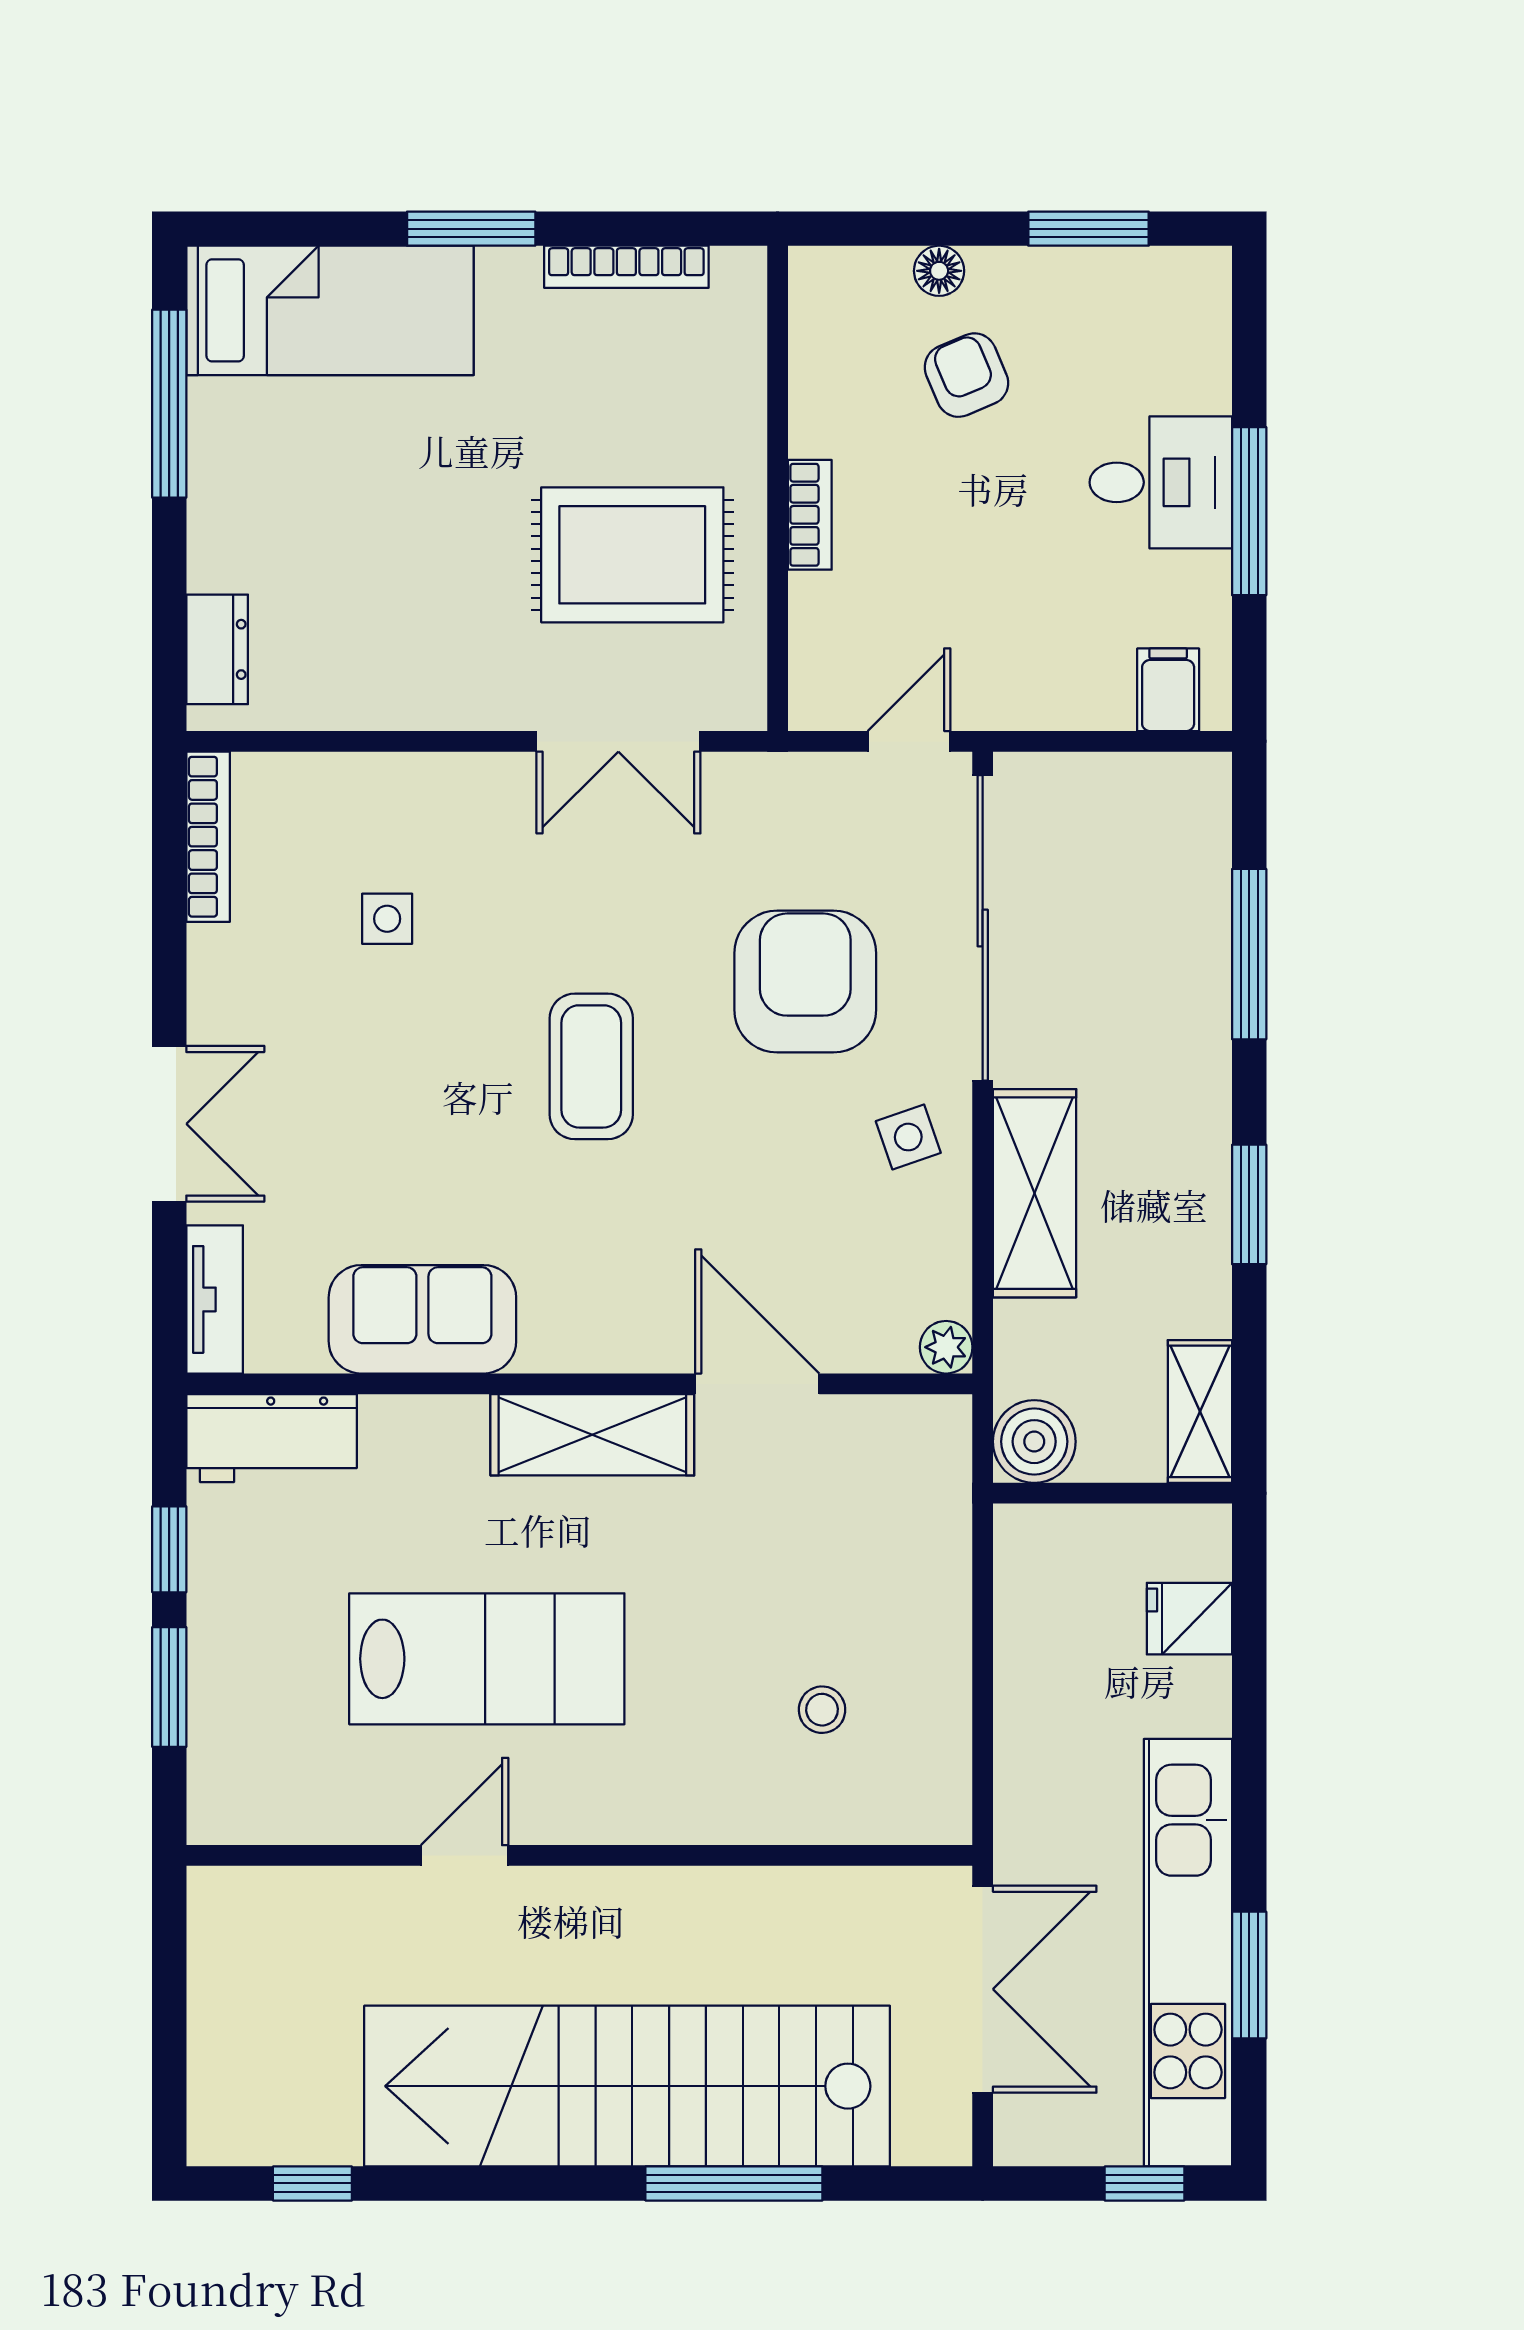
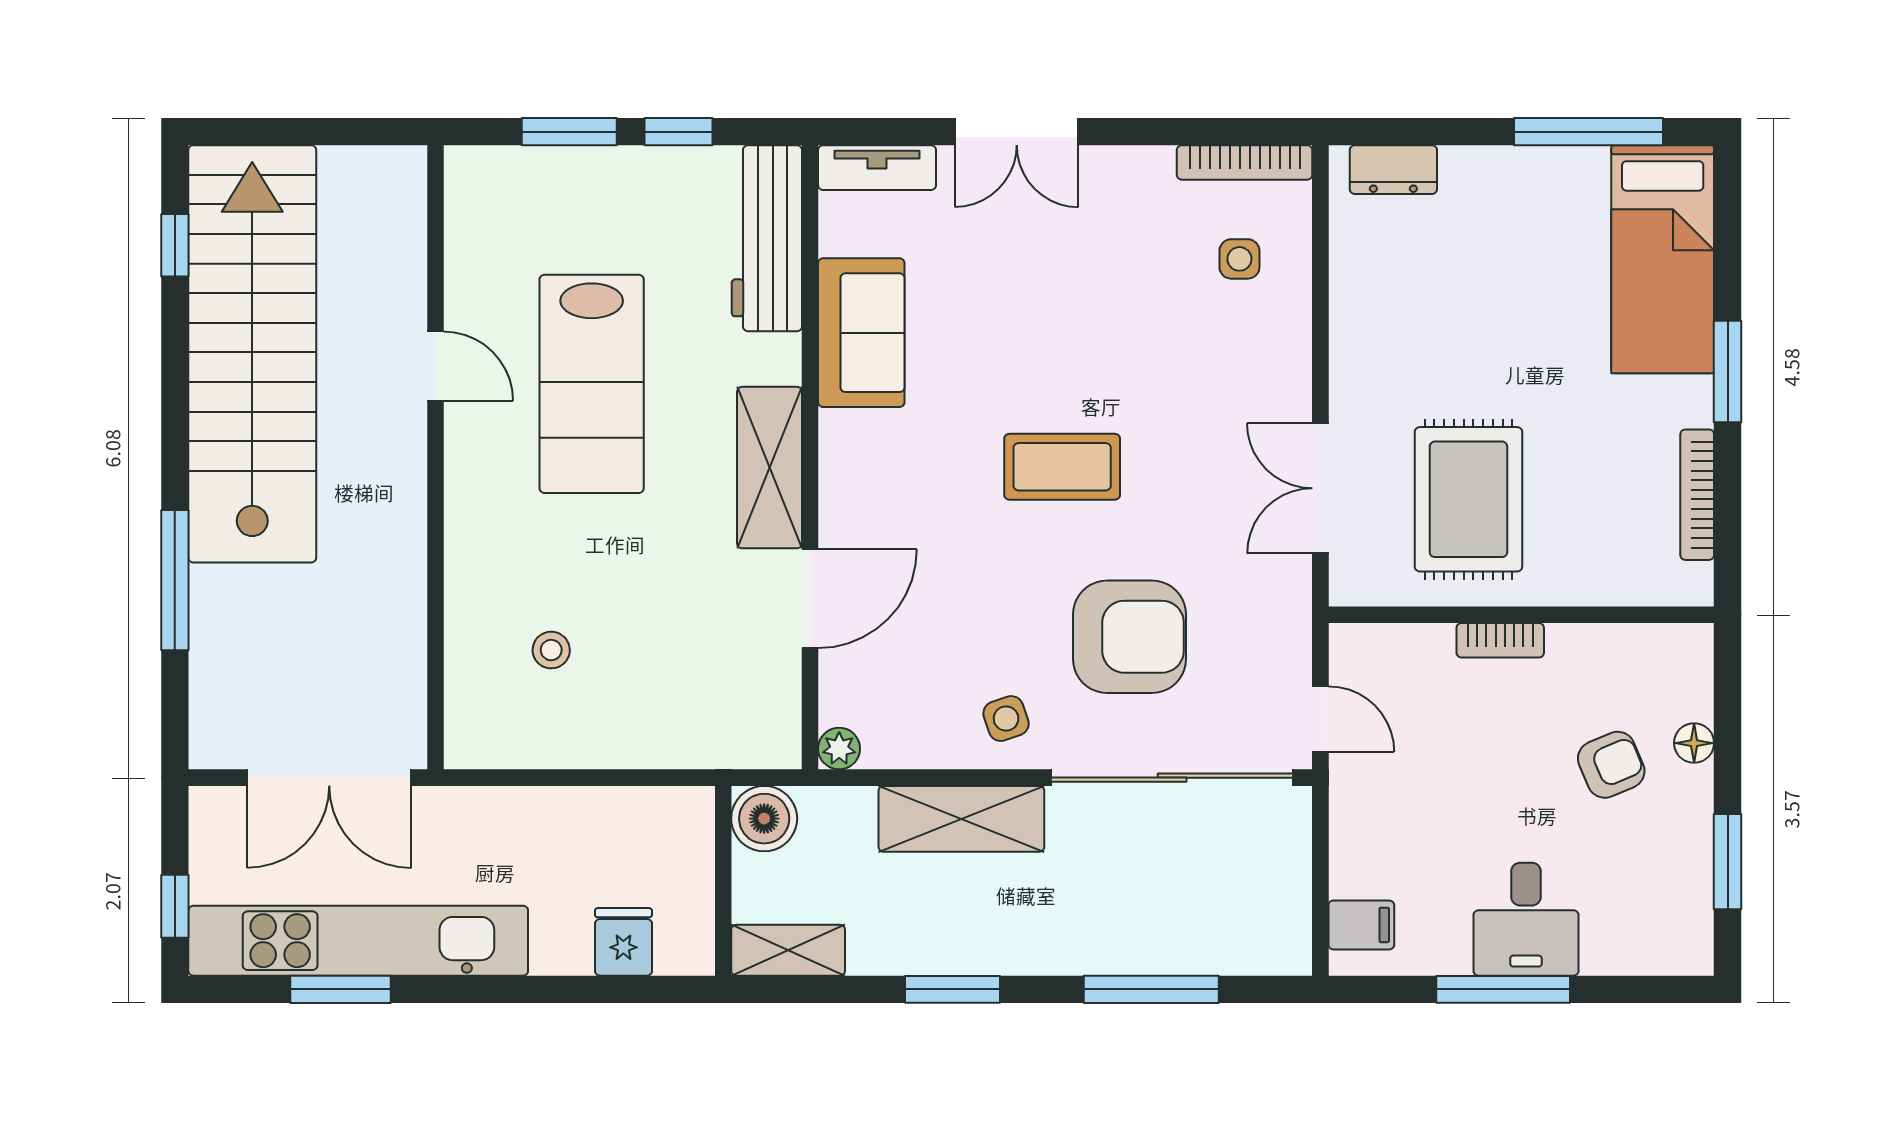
side table: (387, 919) -> (1239, 259), moved
workbench: (272, 1438) -> (767, 238), width x1.38
stairs: (627, 2086) -> (252, 354), moved

